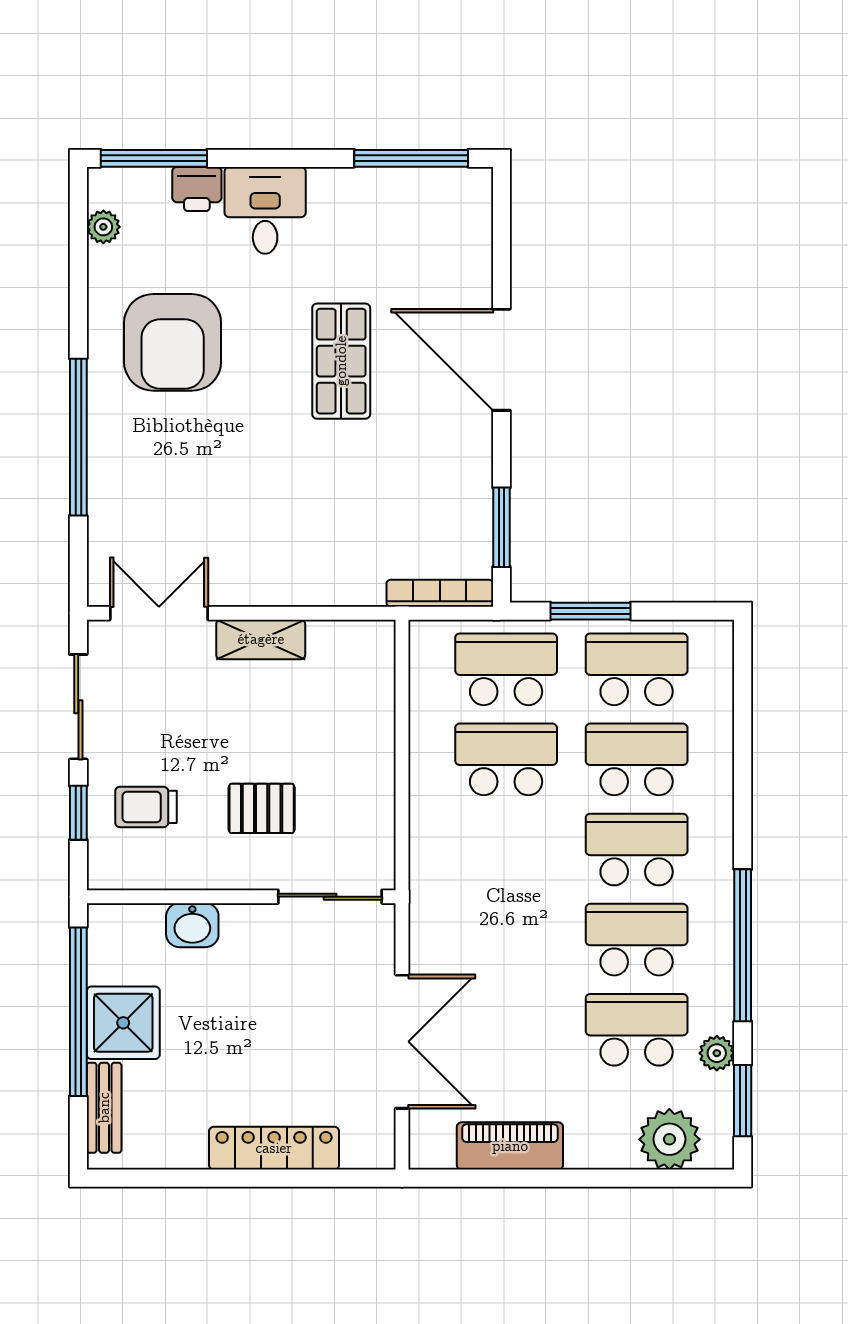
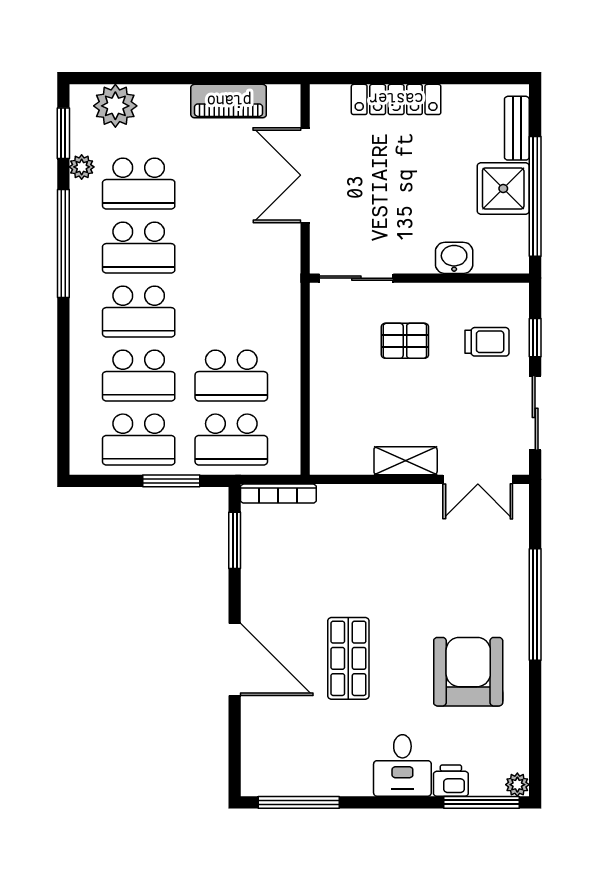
plant: (103, 227) -> (517, 785), moved

